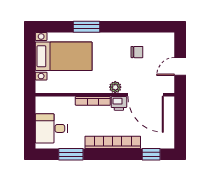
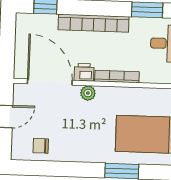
chair: (137, 52) -> (41, 146), moved

